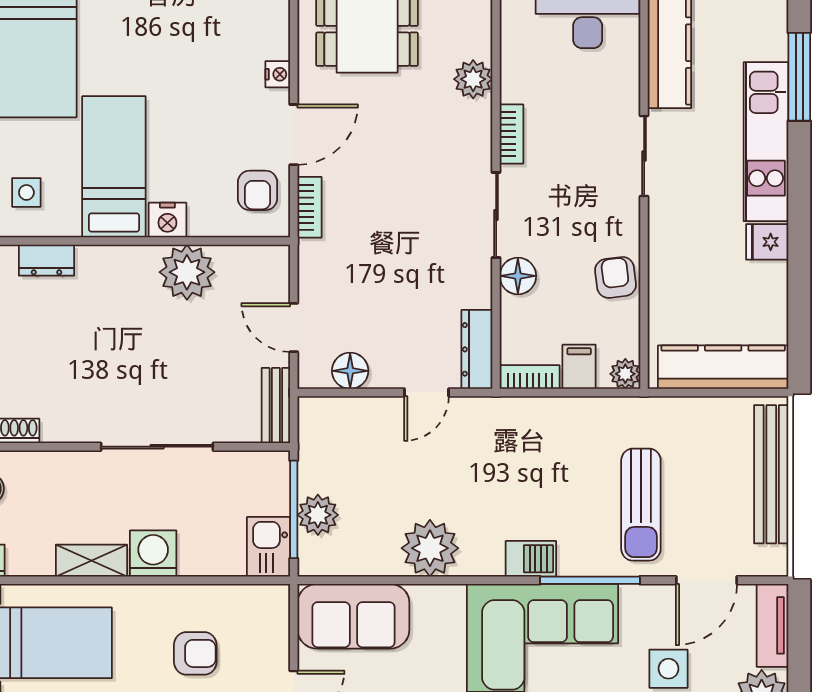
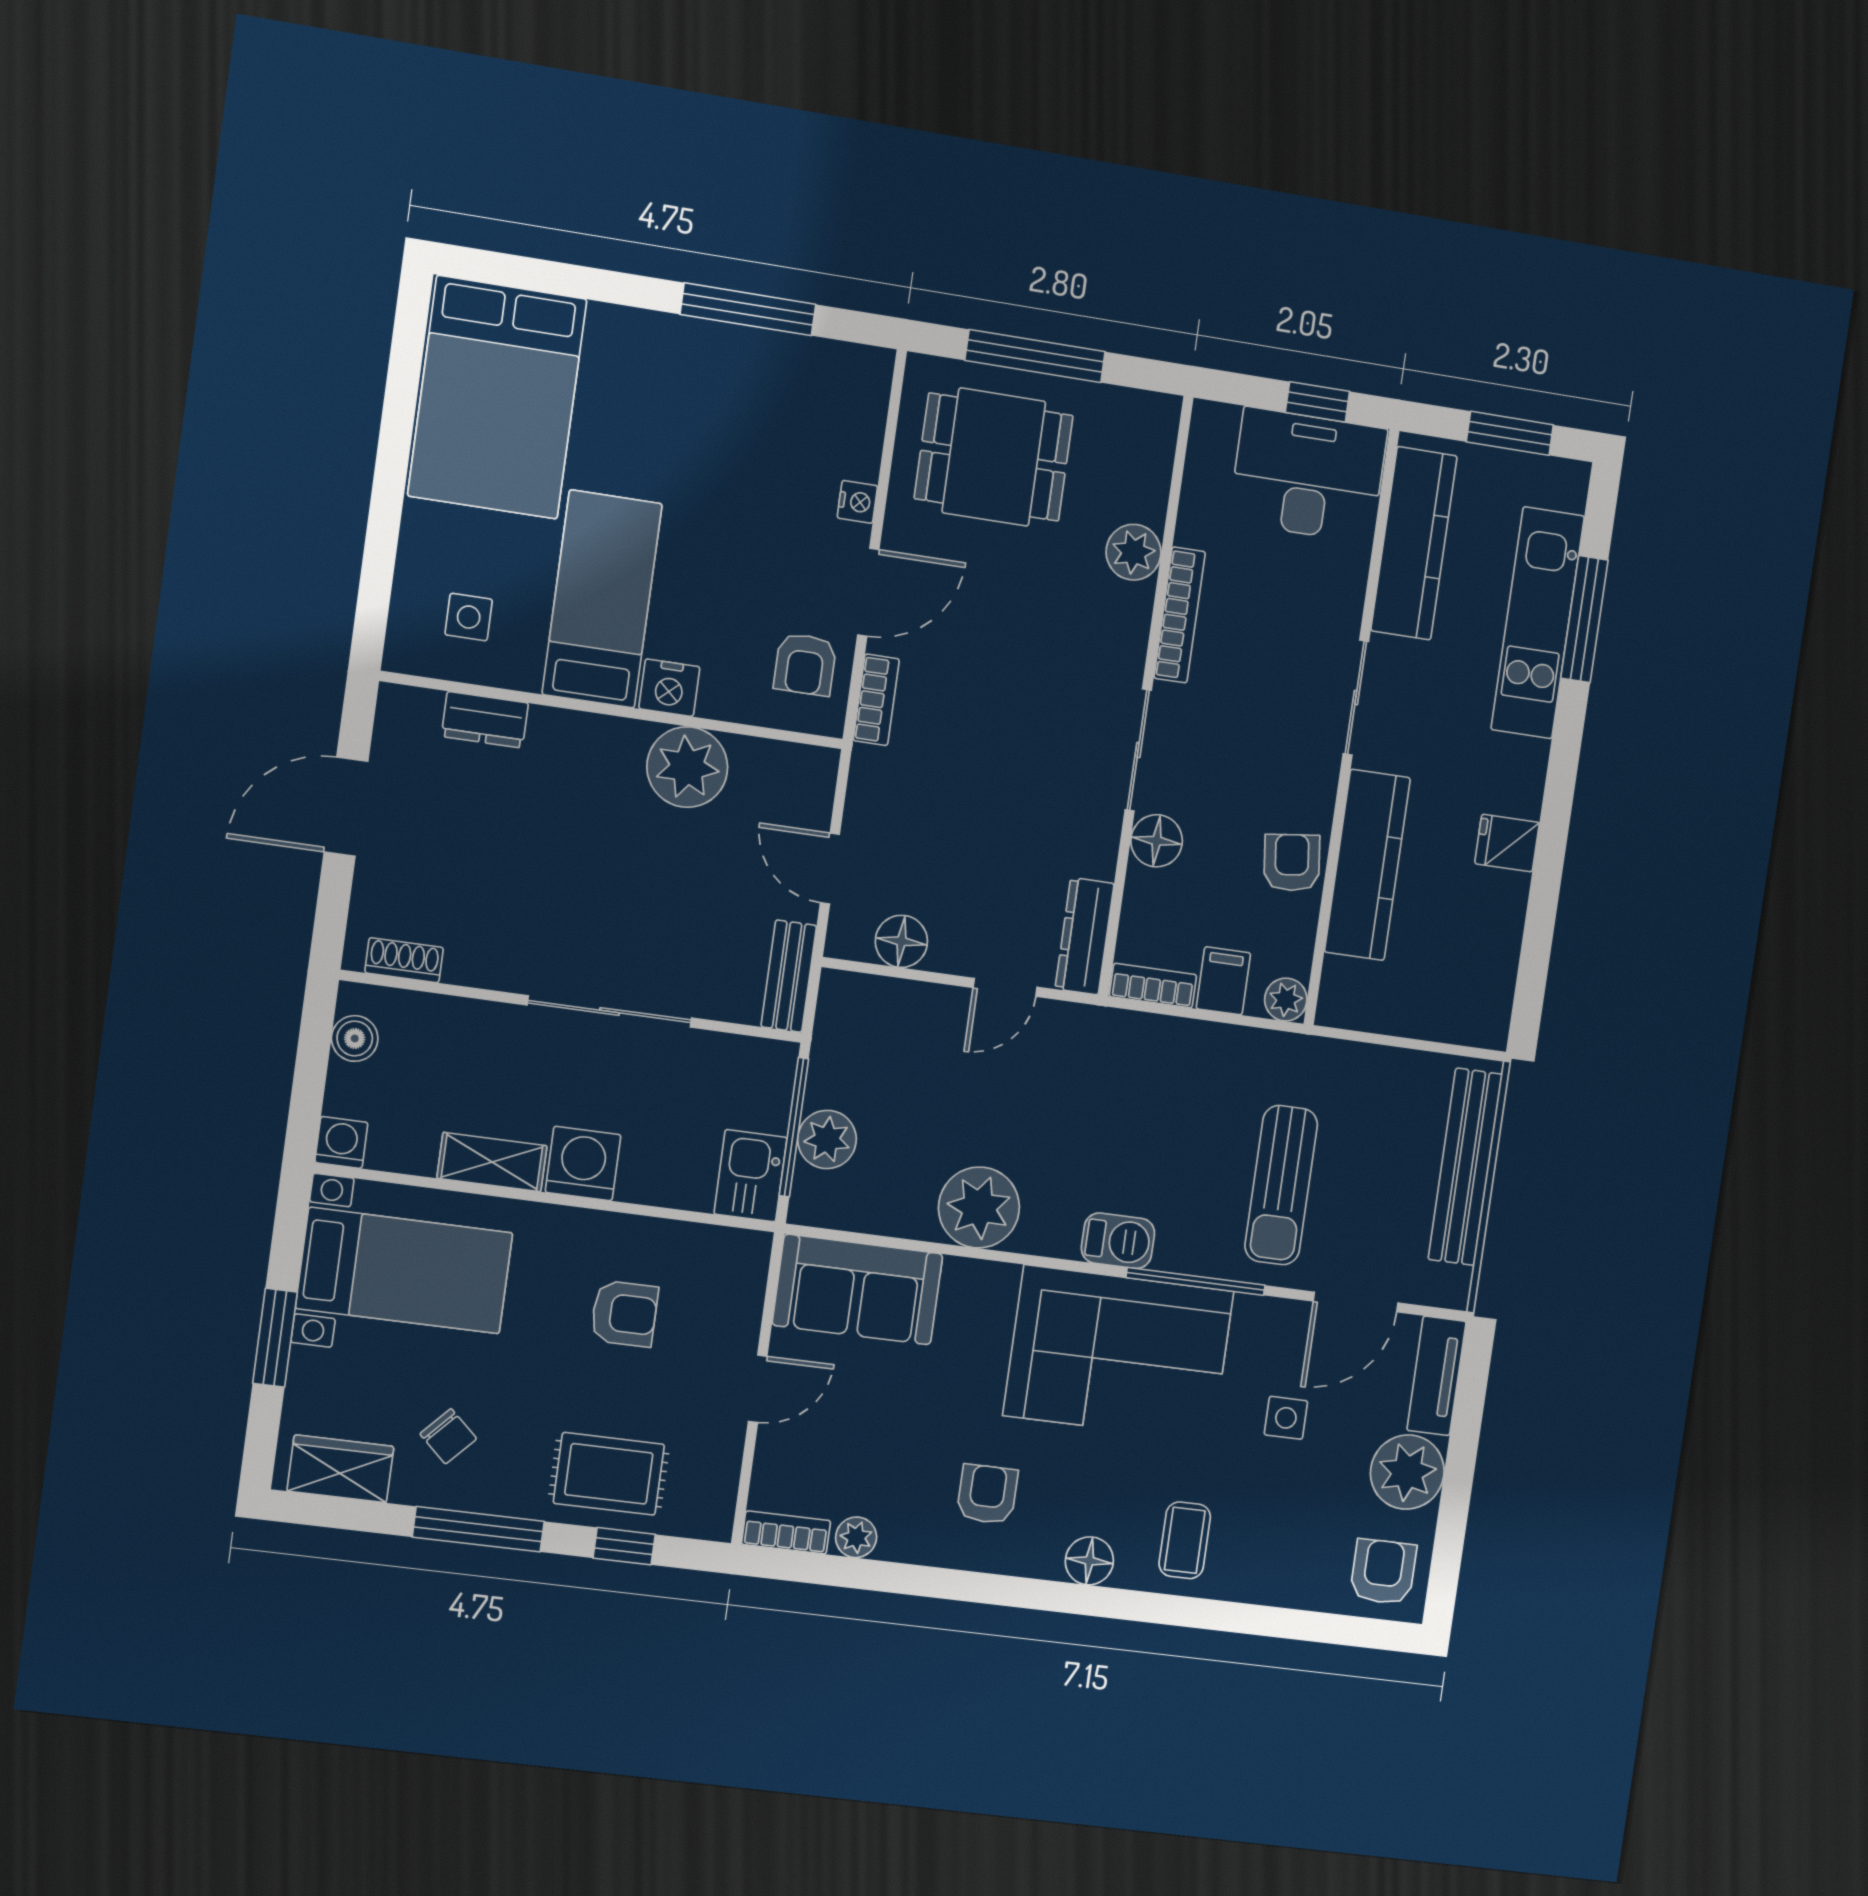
bookcase: (511, 134) -> (1180, 615), width x1.56
kitchen unit: (766, 142) -> (1538, 623), moved
kitchen counter: (723, 367) -> (1367, 865), moved, turned 90
side table: (668, 669) -> (1286, 1418), width x0.73, depth x0.73

